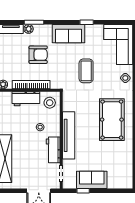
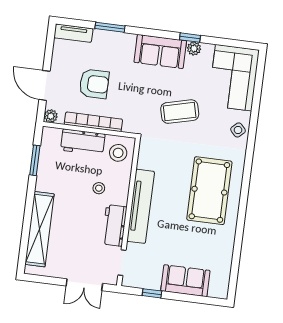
plant: (29, 29) -> (194, 48), moved
armchair: (38, 55) -> (94, 84), moved
coffee table: (86, 71) -> (180, 112), turned 76
sofa: (92, 180) -> (185, 281), moved

